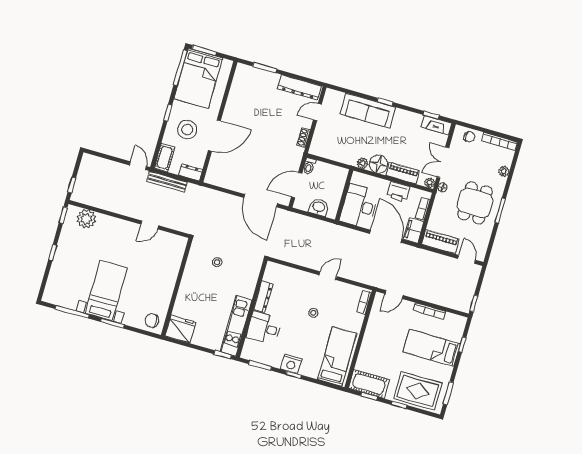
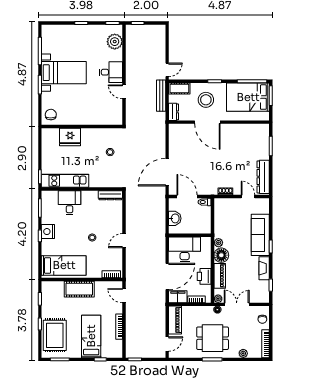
fireplace: (436, 125) -> (264, 268), moved
desk: (122, 234) -> (111, 72), added
door: (328, 276) -> (124, 241), swing flipped
dresser: (263, 297) -> (110, 195), moved
fridge: (180, 329) -> (70, 137), moved, turned 90
cot: (369, 384) -> (79, 289), moved, turned 90

